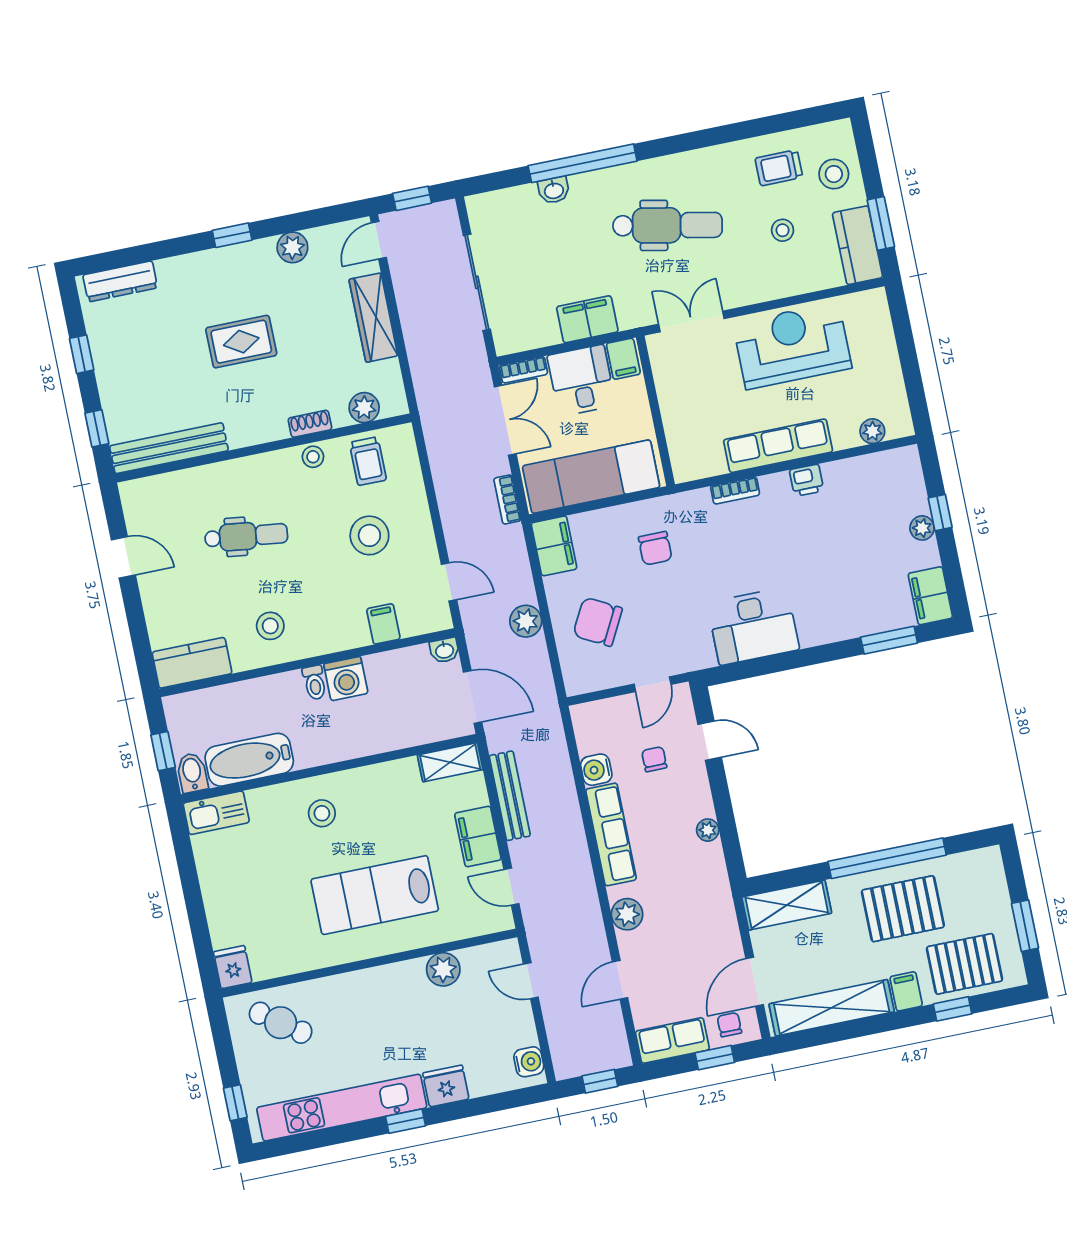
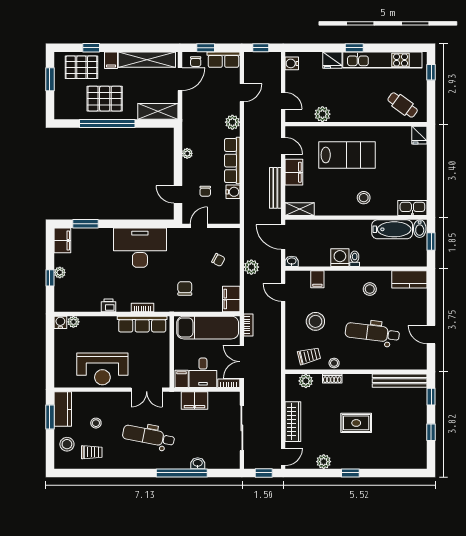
dresser: (120, 281) -> (406, 462), removed
water cooler: (900, 425) -> (60, 322), added
row of seats: (778, 446) -> (142, 324), moved
trolley: (368, 461) -> (309, 356), turned 76
dental chair: (246, 536) -> (372, 333), width x1.36, depth x1.38
chair: (598, 622) -> (218, 260), width x0.54, depth x0.54
desk: (753, 626) -> (140, 248), width x1.36, depth x1.30

